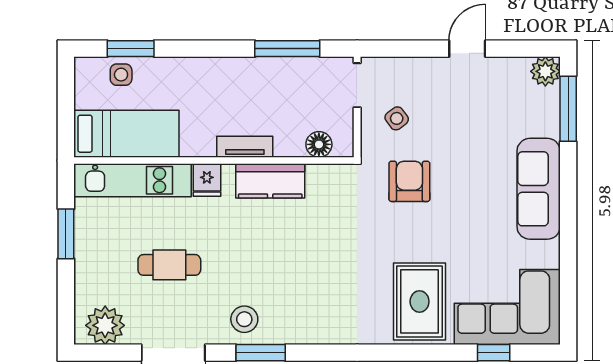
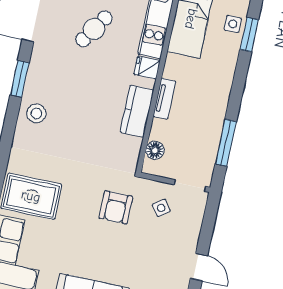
armchair: (409, 181) -> (116, 207), turned 90
cafe table: (169, 265) -> (94, 29), turned 33
stool: (244, 319) -> (36, 113), moved

